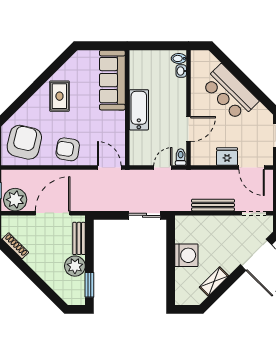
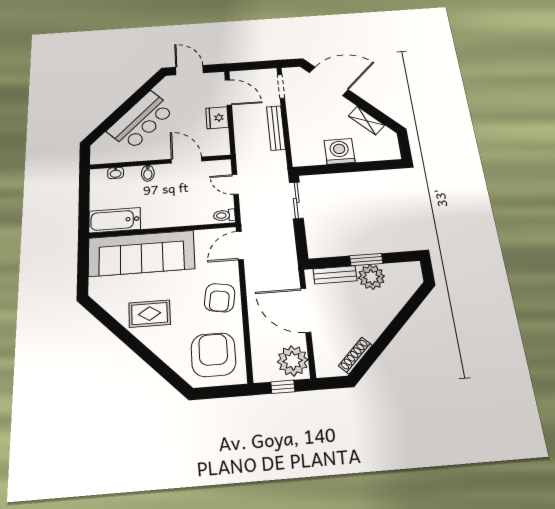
bidet: (179, 58) -> (148, 173), moved
sofa: (112, 80) -> (141, 253), width x1.36, depth x1.27
bathtub: (139, 110) -> (115, 220), moved
armchair: (24, 142) -> (213, 355), turned 77
toilet: (181, 157) -> (224, 215), moved
door: (252, 168) -> (228, 92), hinge flipped
window: (89, 285) -> (366, 260), moved

